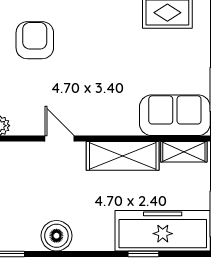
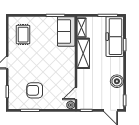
door: (60, 139) -> (76, 93), moved

